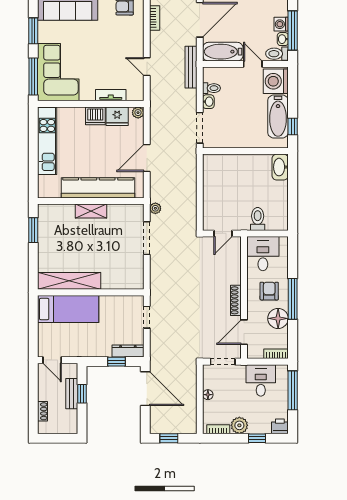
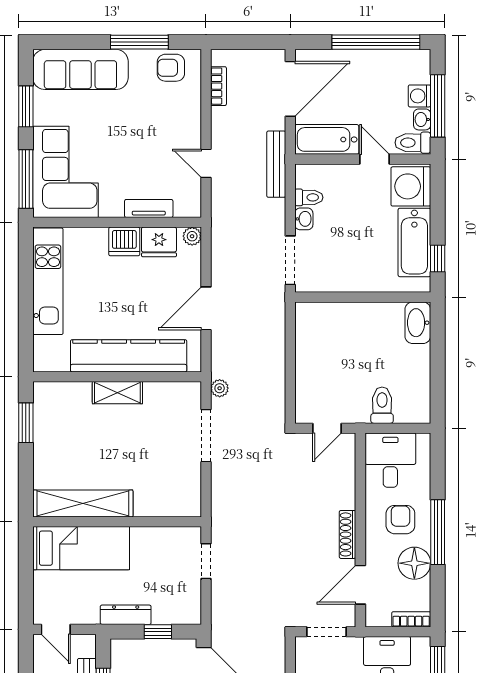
dresser: (128, 351) -> (126, 615), moved

